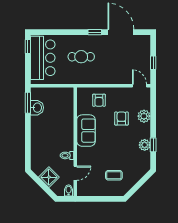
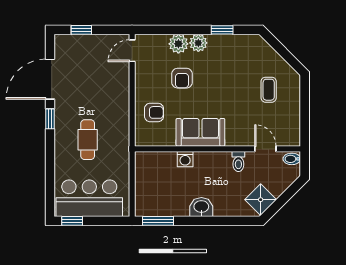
window: (153, 63) -> (81, 30), moved
washbasin: (37, 108) -> (201, 207), moved
armchair: (121, 119) -> (182, 78), turned -90
washing machine: (68, 121) -> (185, 159), added
plant: (145, 145) -> (198, 43), moved
shower: (49, 177) -> (261, 200), moved

